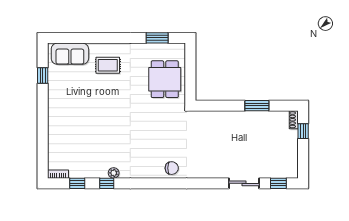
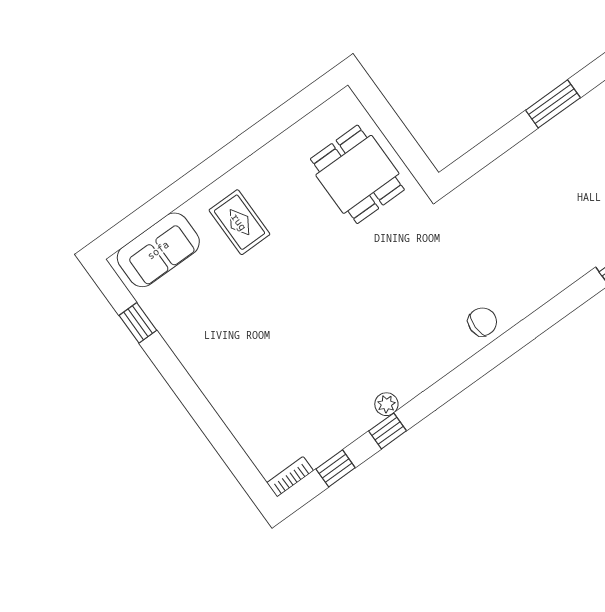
window: (157, 38) -> (292, 111), removed
rug: (108, 65) -> (239, 222), turned 90

